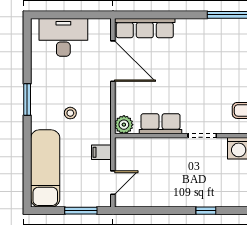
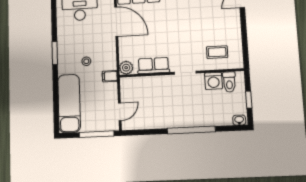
filing cabinet: (101, 152) -> (110, 76), moved
window: (81, 211) -> (97, 134), width x1.44
window: (206, 211) -> (191, 130), width x3.17

